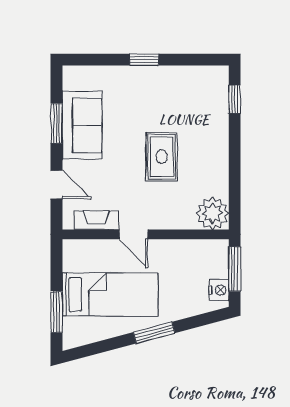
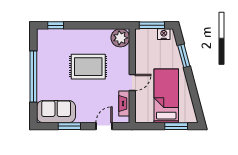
window: (144, 60) -> (33, 77), width x3.17
sofa: (82, 125) -> (56, 112), moved
rug: (162, 157) -> (88, 67), width x1.36, depth x1.43
window: (154, 333) -> (184, 56), moved

